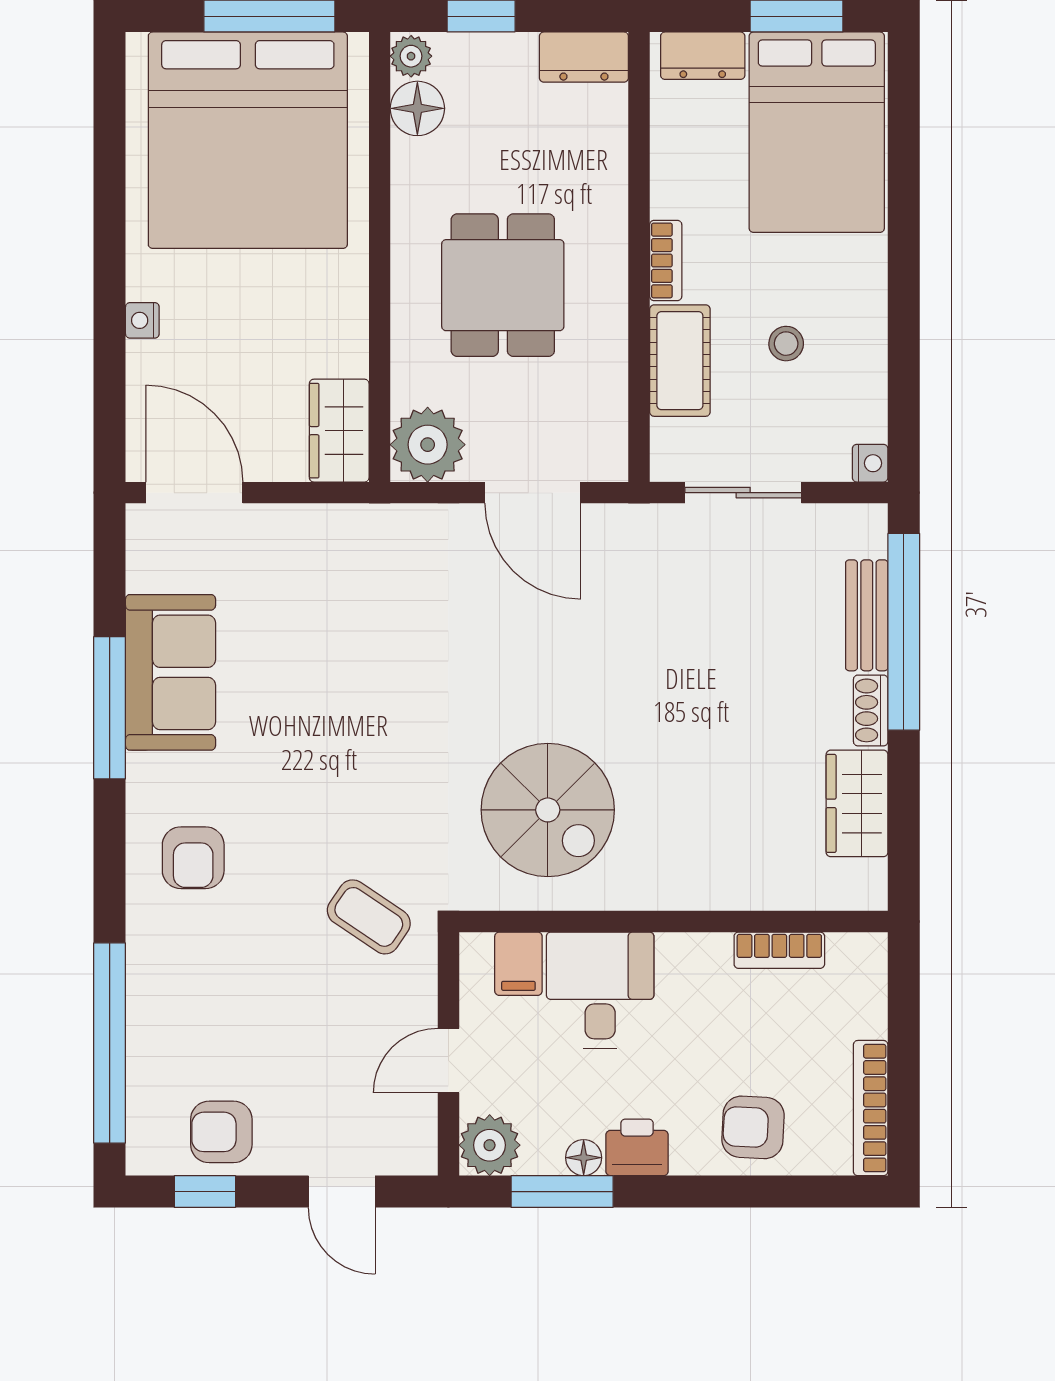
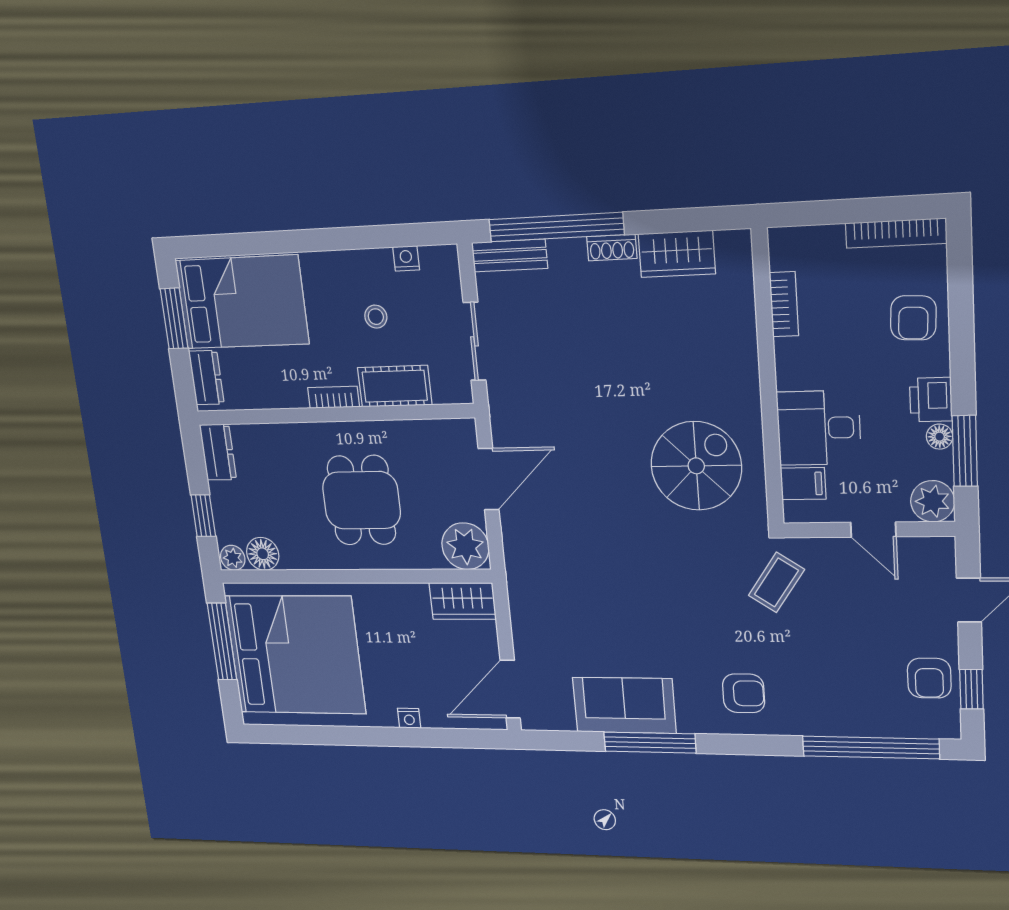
dining table: (503, 285) -> (361, 500), turned 90
nightstand: (870, 463) -> (406, 258), moved
bench: (867, 615) -> (509, 255), moved

